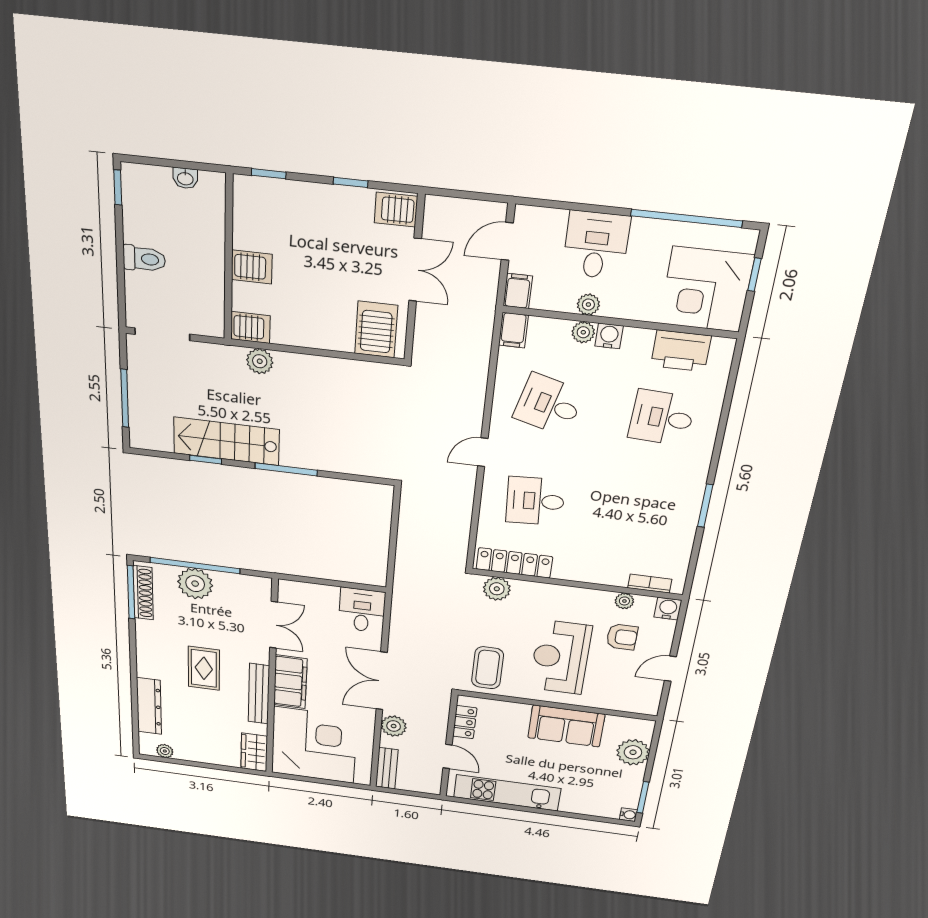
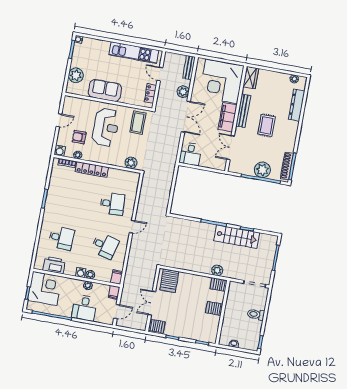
locker: (514, 563) -> (92, 170), moved

